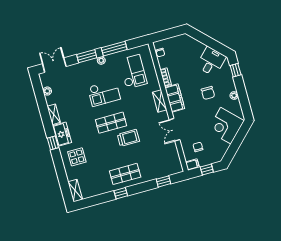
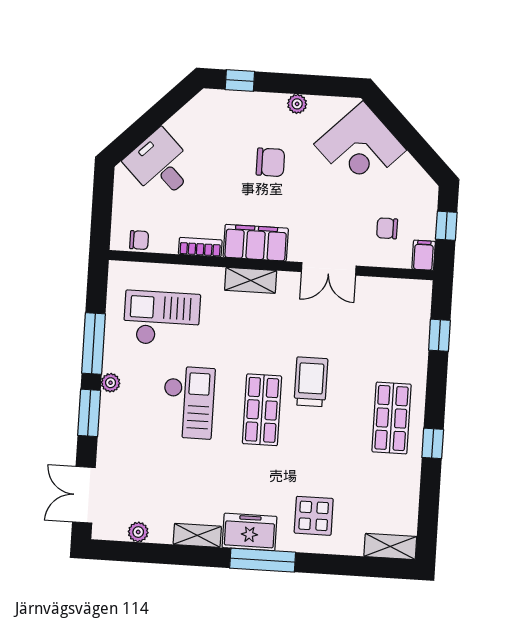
desk: (211, 61) -> (160, 165), moved
window: (53, 143) -> (263, 560), width x2.17

